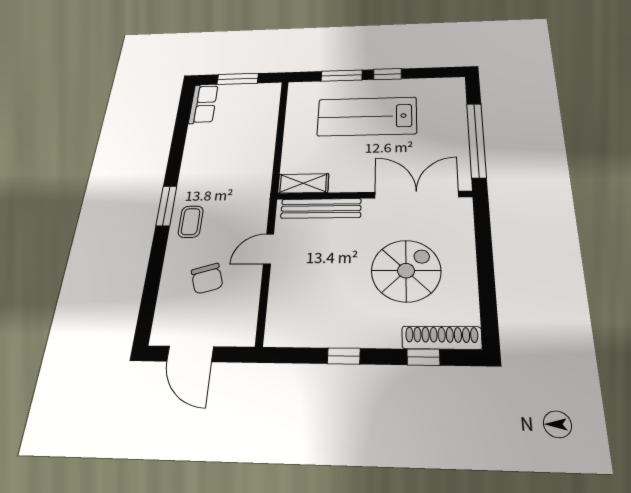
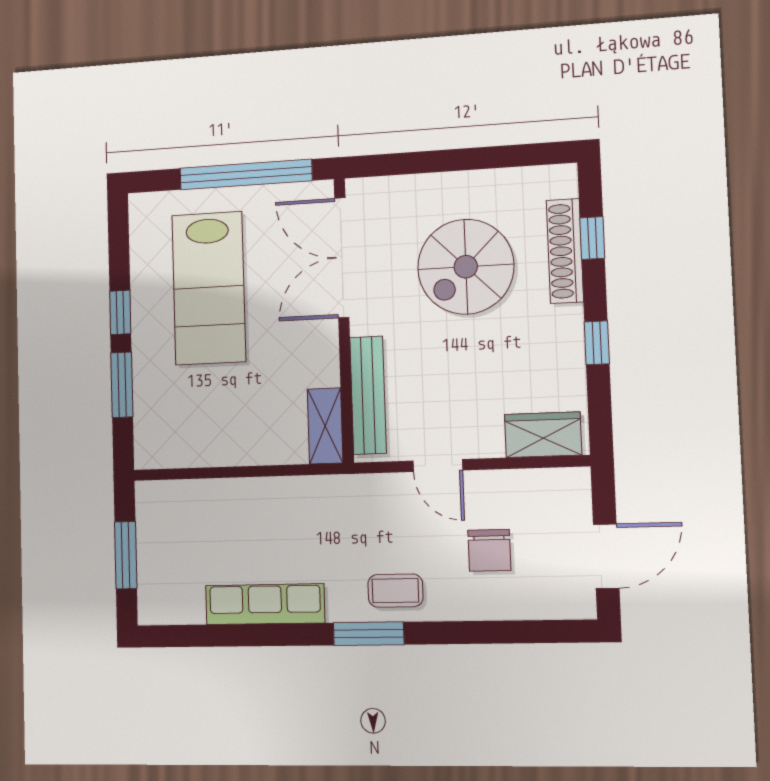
row of seats: (203, 104) -> (265, 604), moved, width x1.48
lab bench: (367, 116) -> (209, 288), moved
spiral stairs: (406, 271) -> (466, 267), turned -90
chair: (207, 279) -> (489, 550), turned 107
wardrobe: (281, 316) -> (543, 435), added
shoe rack: (442, 338) -> (565, 251), moved

